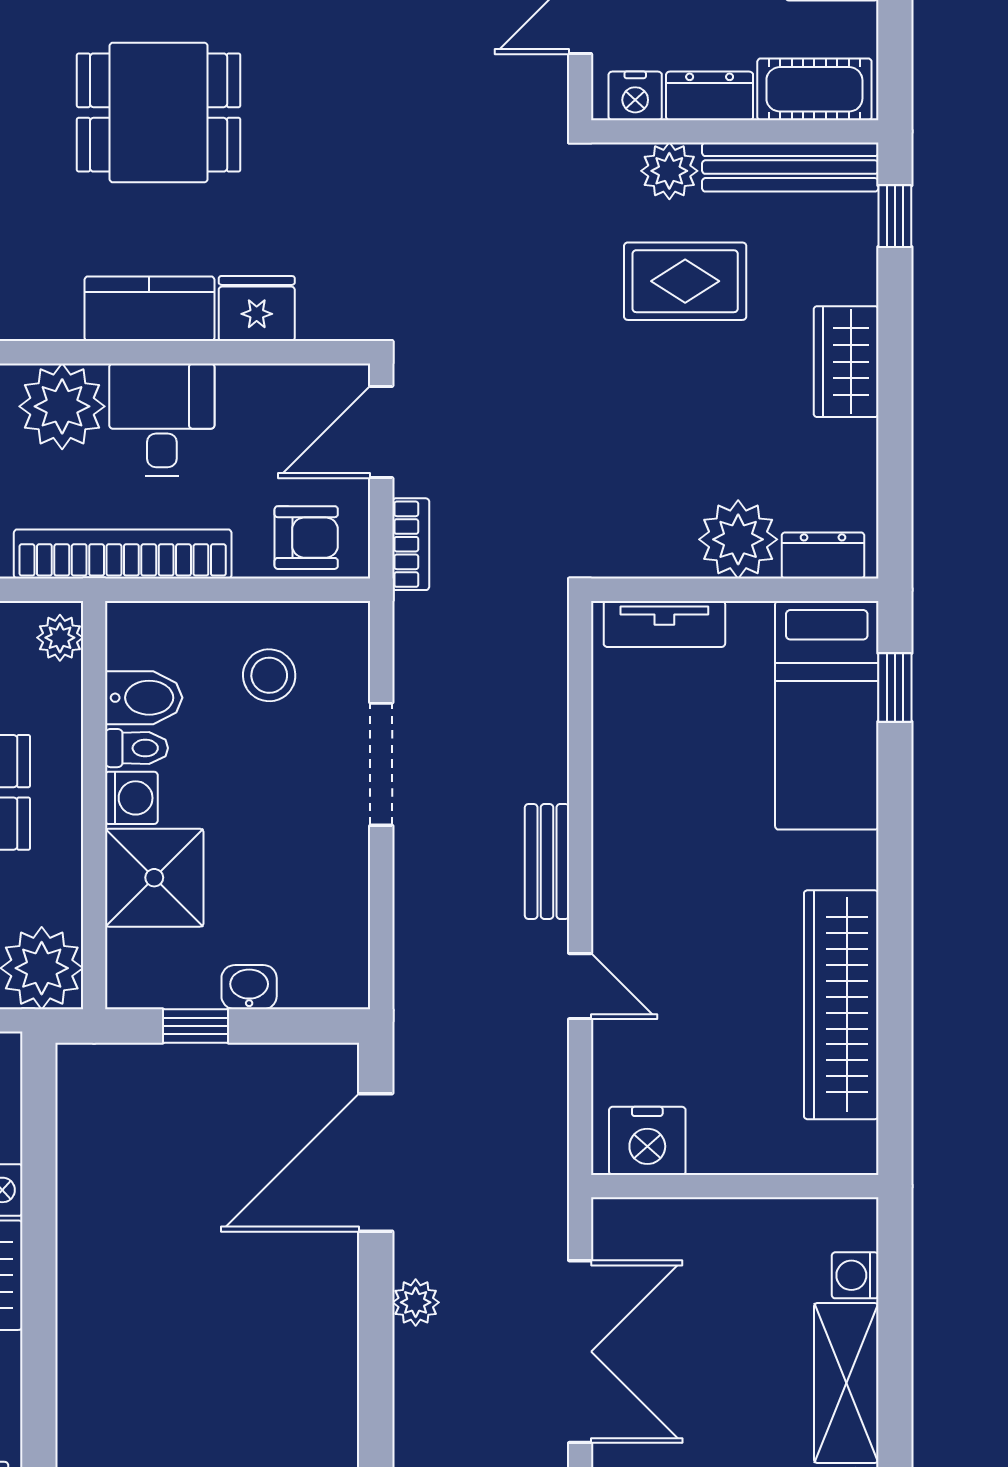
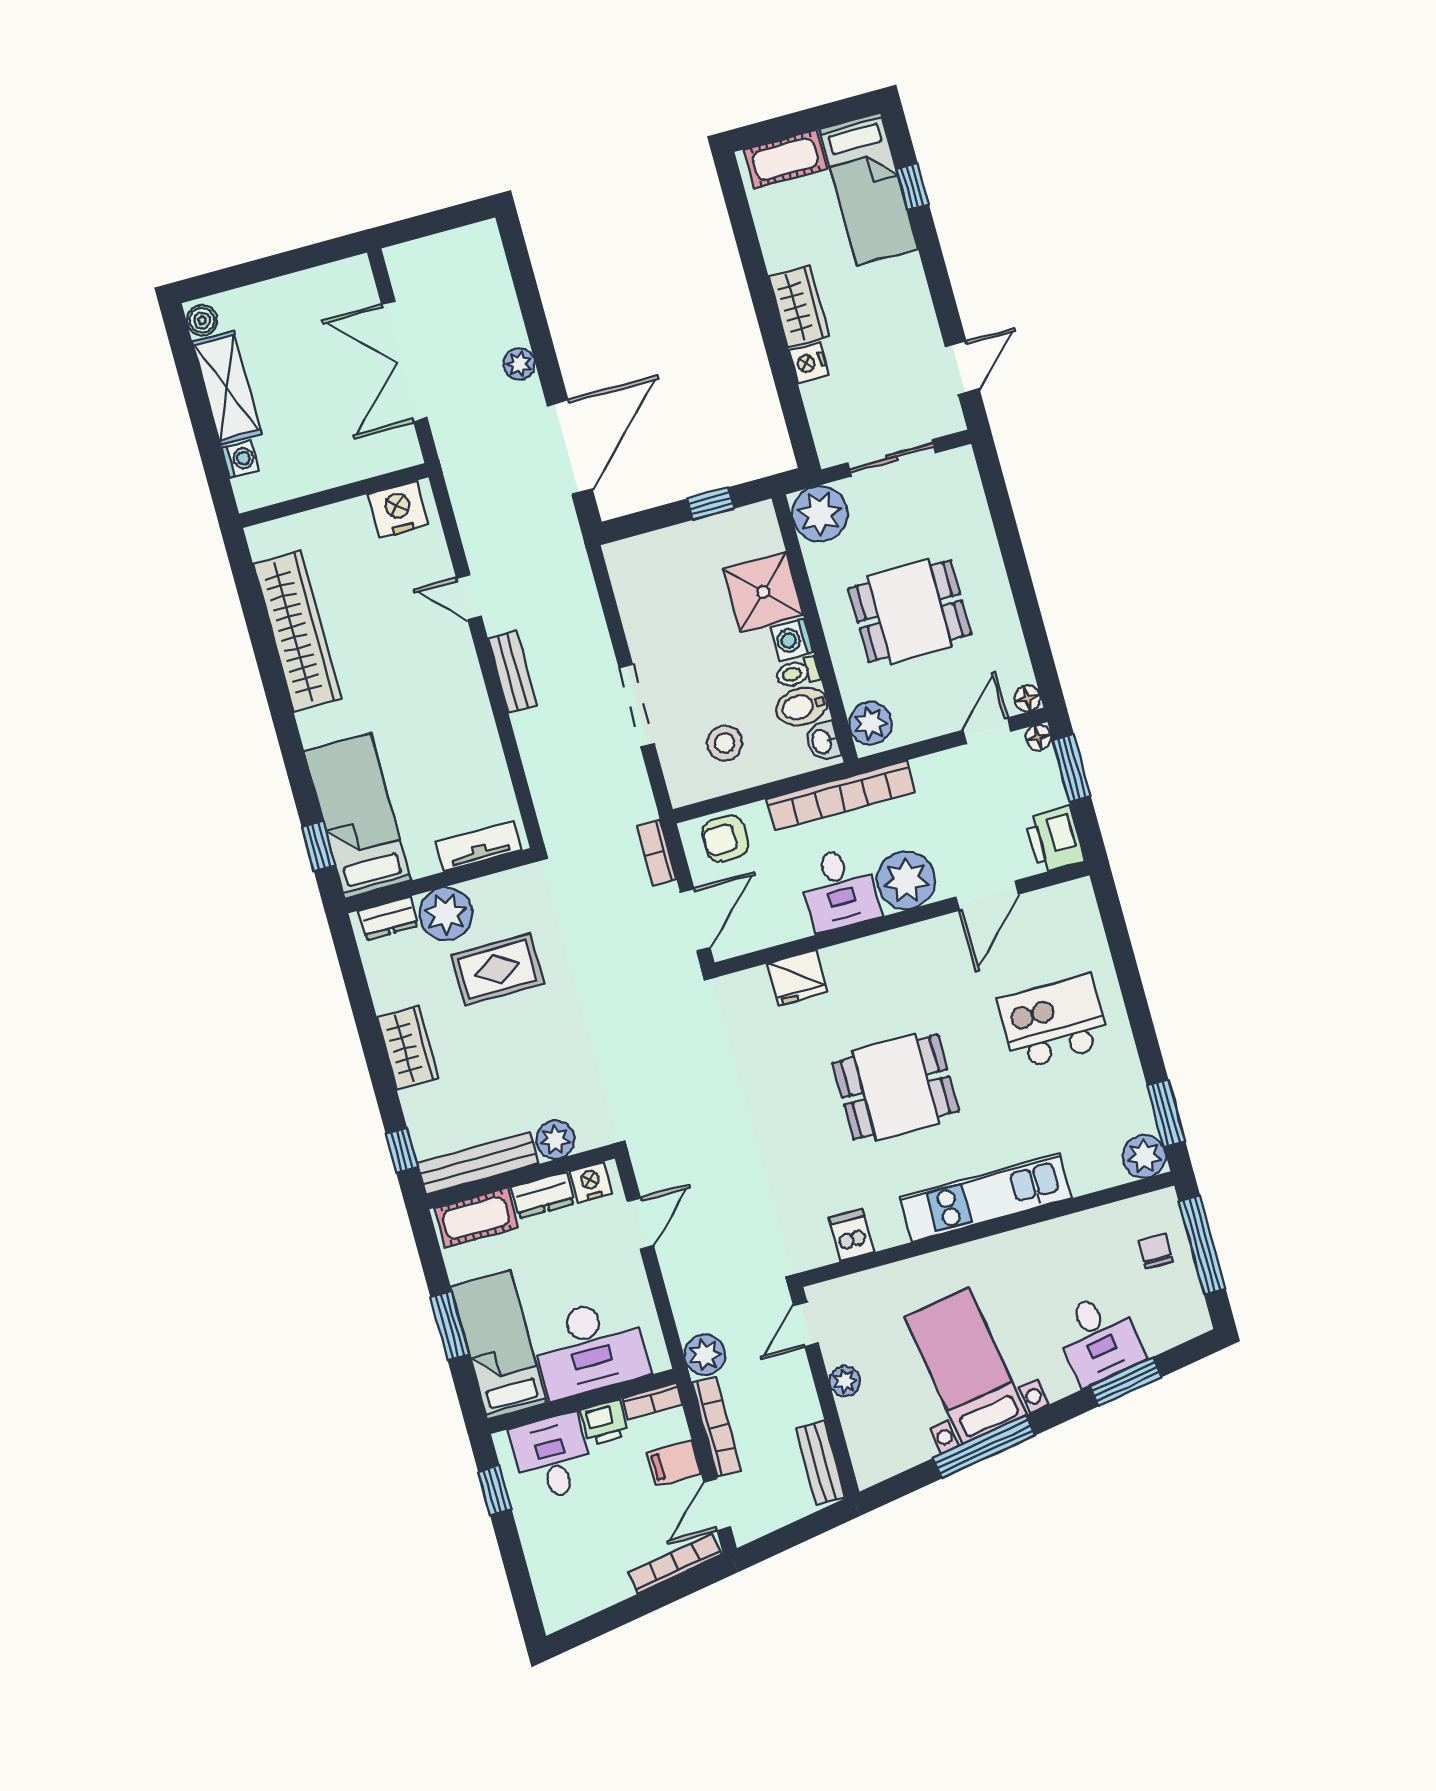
rug: (685, 281) -> (498, 969), moved
kitchen counter: (149, 309) -> (867, 959), removed
plant: (60, 638) -> (871, 723), width x1.38, depth x1.38
washbasin: (249, 987) -> (823, 741), moved, turned 90

